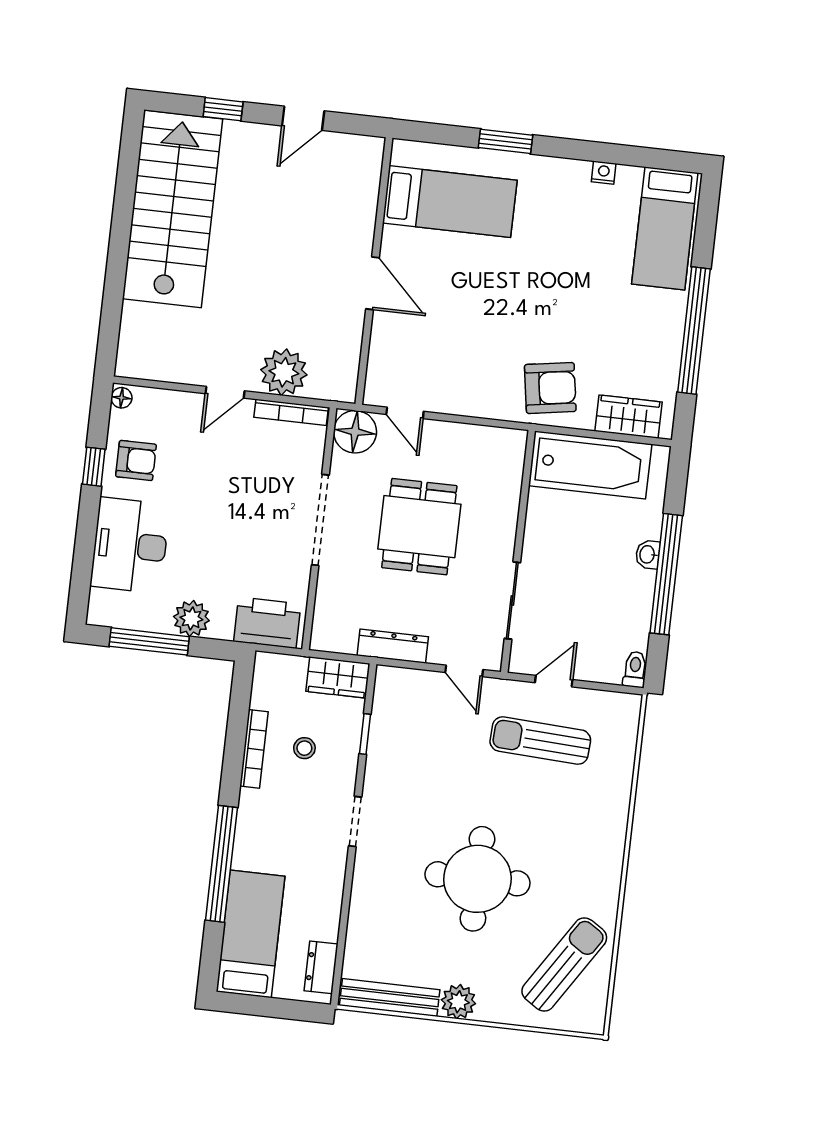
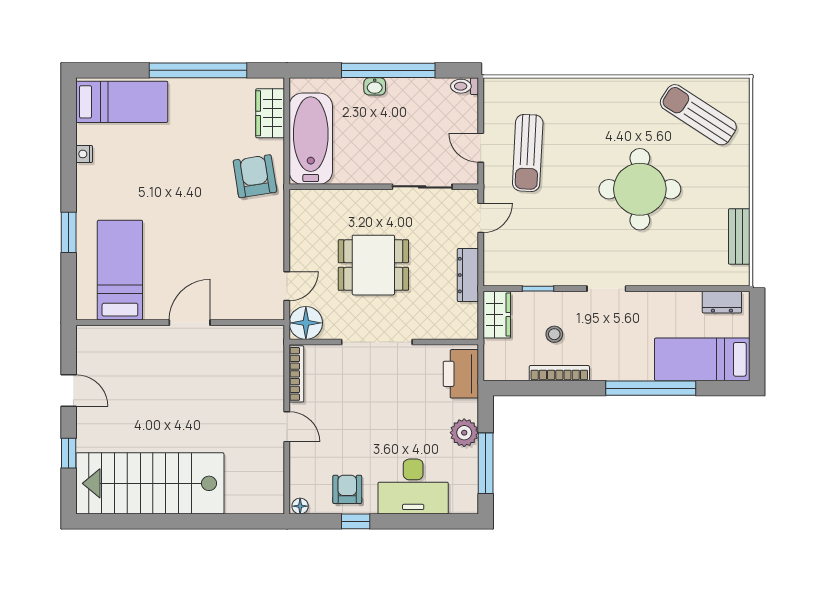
plant: (284, 372) -> (266, 383), removed
bench: (390, 998) -> (739, 236), width x0.73
plant: (458, 1002) -> (736, 193), removed

